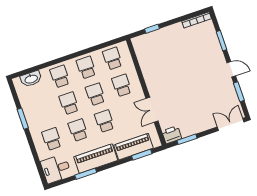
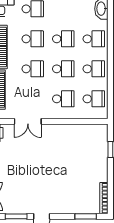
window: (222, 41) -> (86, 216), moved
double door: (152, 110) -> (28, 121), swing flipped

